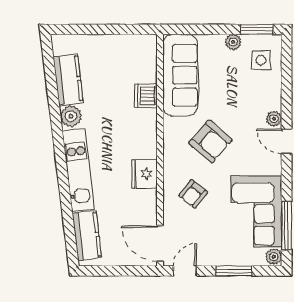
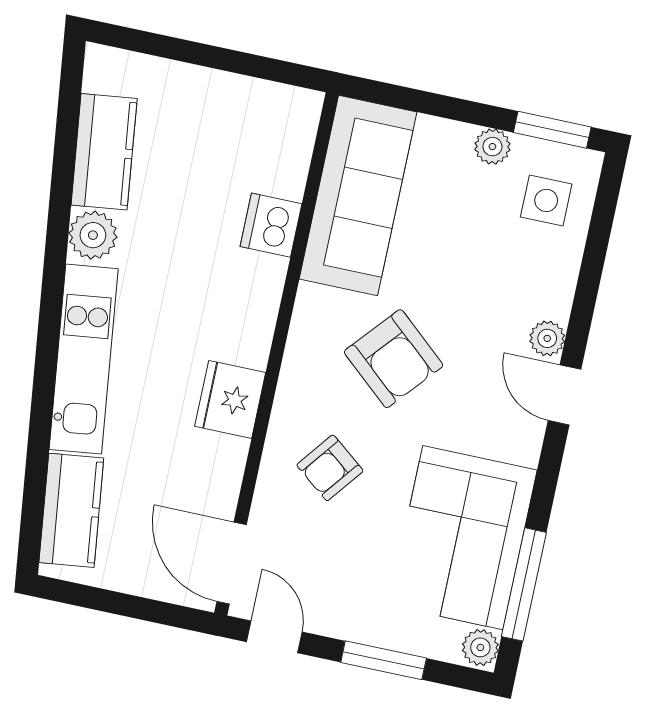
door: (185, 271) -> (274, 637), hinge flipped

